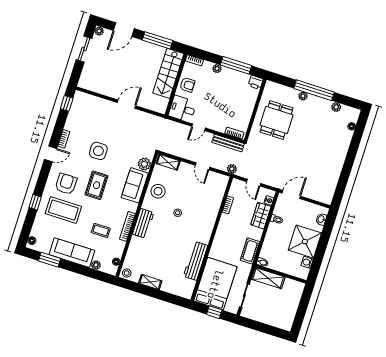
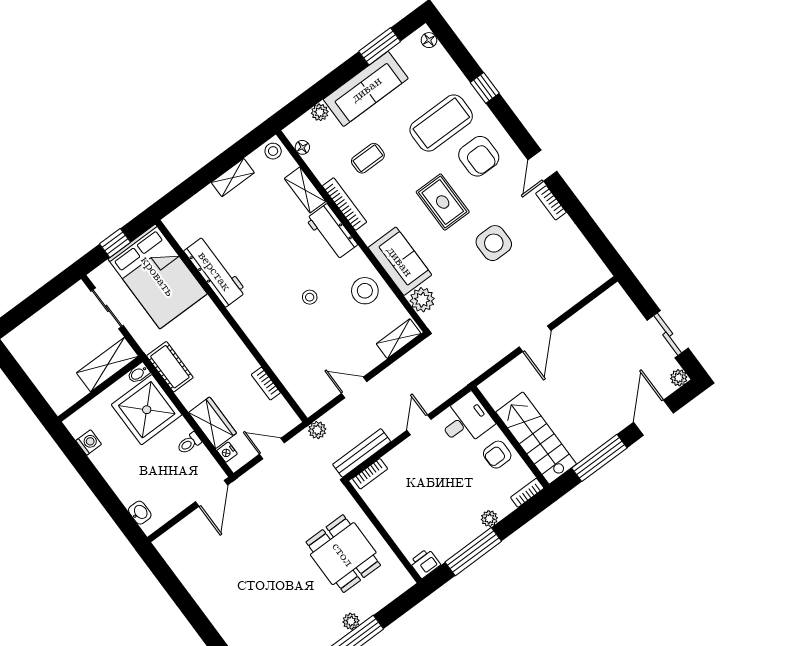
window: (67, 103) -> (603, 247), removed
shower: (305, 242) -> (147, 410), moved
shelving: (133, 247) -> (305, 190), added

